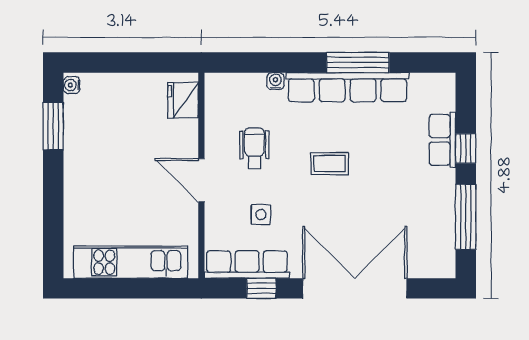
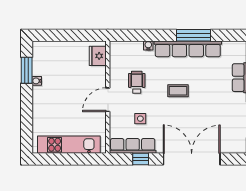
water cooler: (72, 85) -> (37, 81), moved
door: (201, 180) -> (108, 100), hinge flipped

